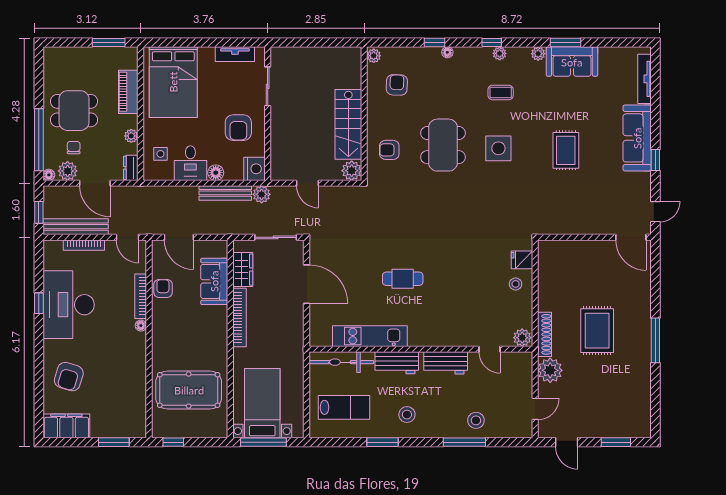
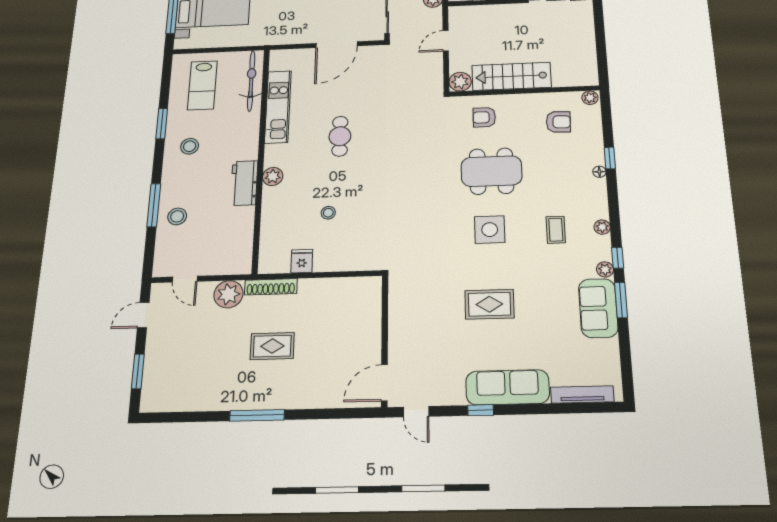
window: (492, 43) -> (618, 258), moved
armchair: (389, 150) -> (484, 117), turned -90
fridge: (522, 260) -> (302, 261), moved
stool: (516, 284) -> (328, 213), moved
rug: (597, 331) -> (272, 346), width x0.73, depth x0.70
plant: (522, 338) -> (273, 176), moved
door: (489, 349) -> (257, 228), removed
workbench: (397, 363) -> (247, 134), removed

